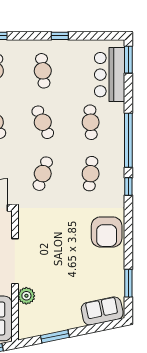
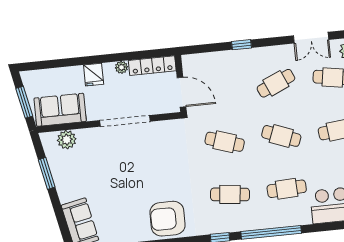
cafe table: (43, 122) -> (281, 136), turned 45
plant: (26, 296) -> (67, 140), moved

